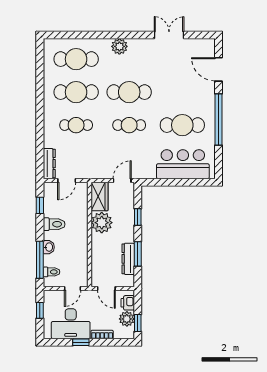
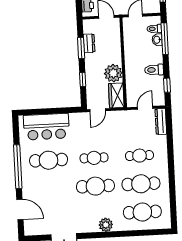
washbasin: (49, 247) -> (157, 40), moved
dresser: (128, 259) -> (89, 43), width x0.70

